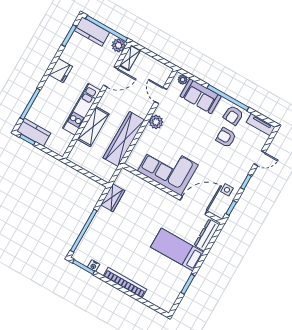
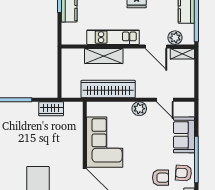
plant: (119, 45) -> (175, 38), moved
plant: (183, 80) -> (190, 111), removed
door: (161, 96) -> (165, 100), swing flipped
armchair: (226, 137) -> (161, 178), turned 90

